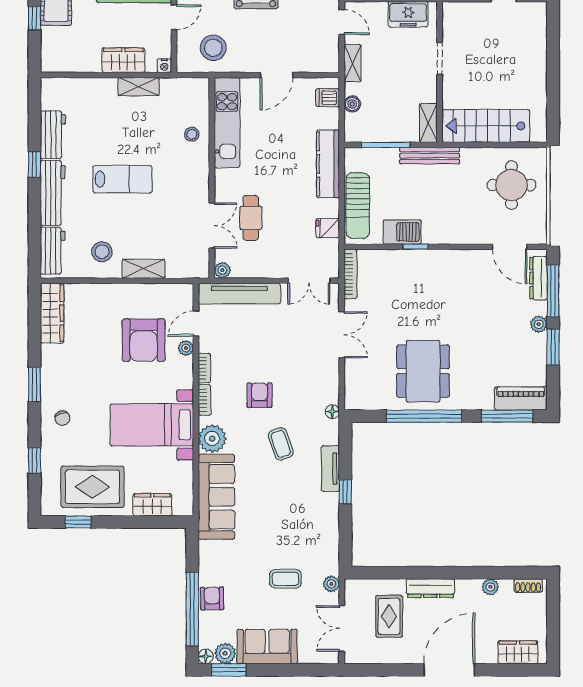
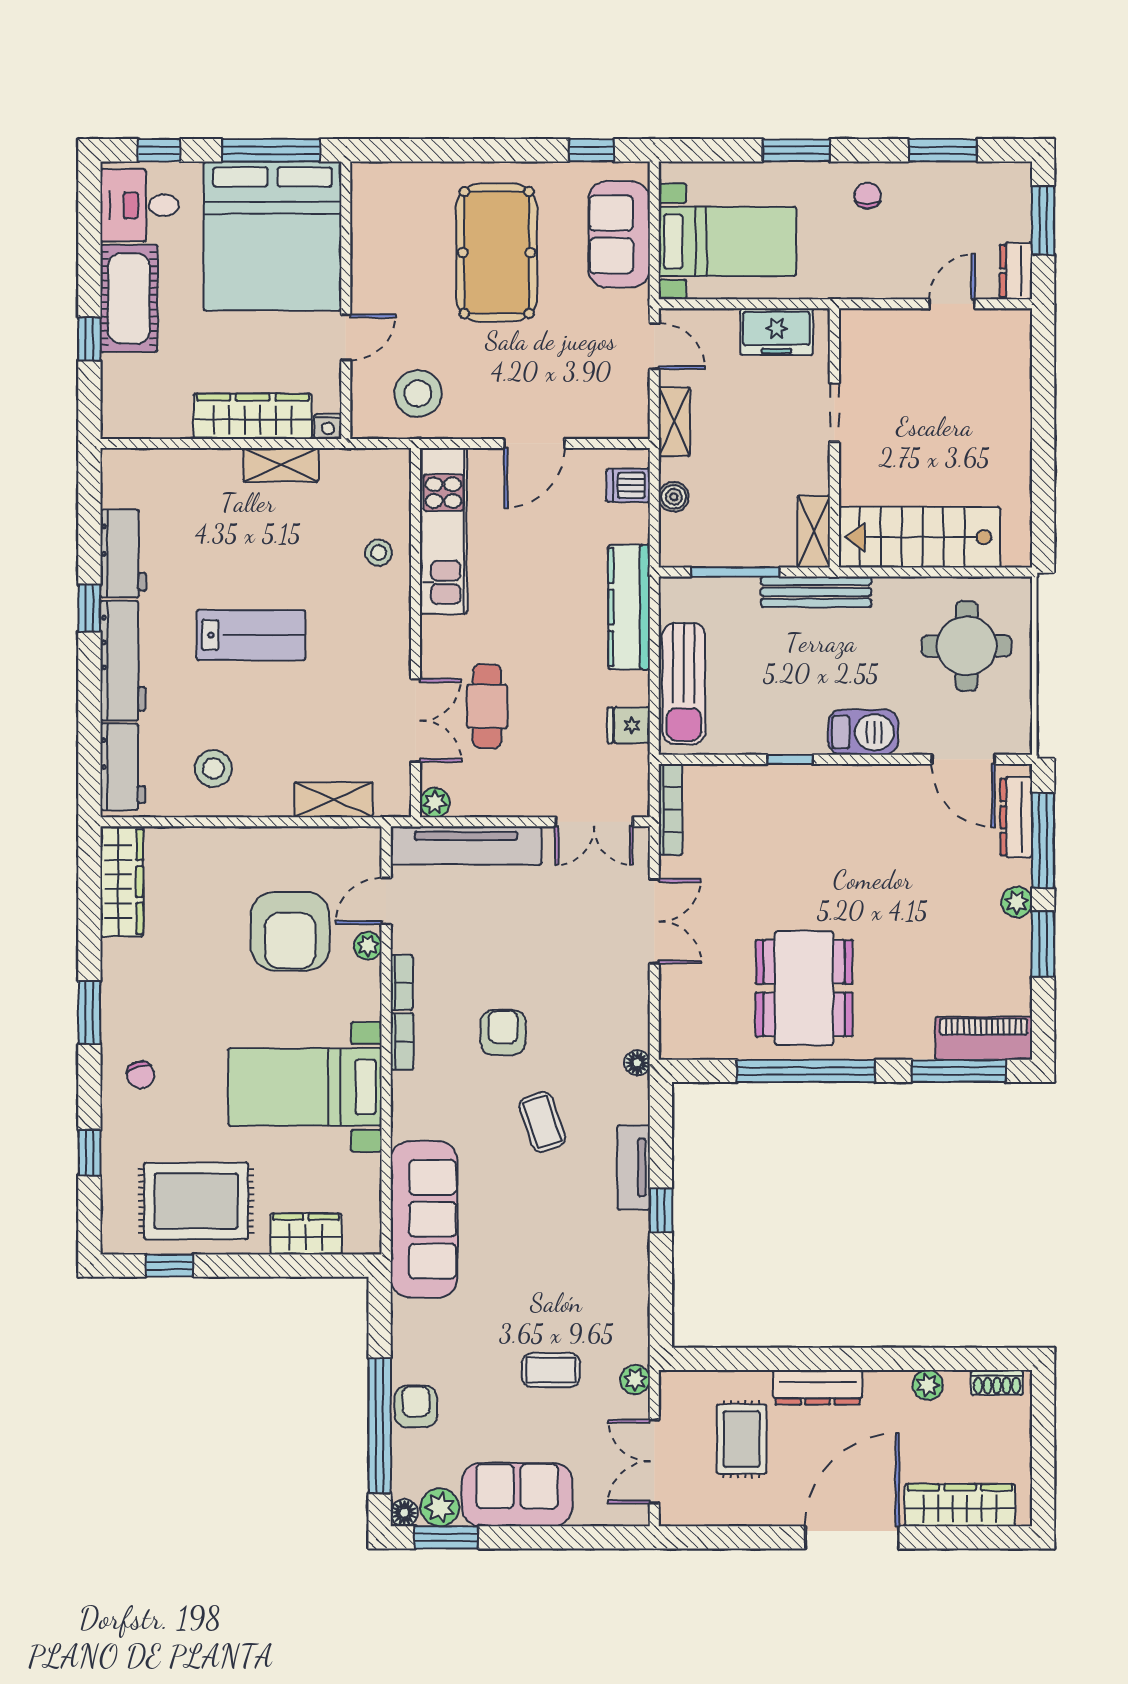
wardrobe: (123, 60) -> (253, 416), width x1.50
barbecue: (402, 232) -> (863, 732), moved
shelving: (144, 269) -> (334, 800), moved
plant: (212, 439) -> (416, 1112), removed
wardrobe: (518, 652) -> (960, 1505), width x1.50

